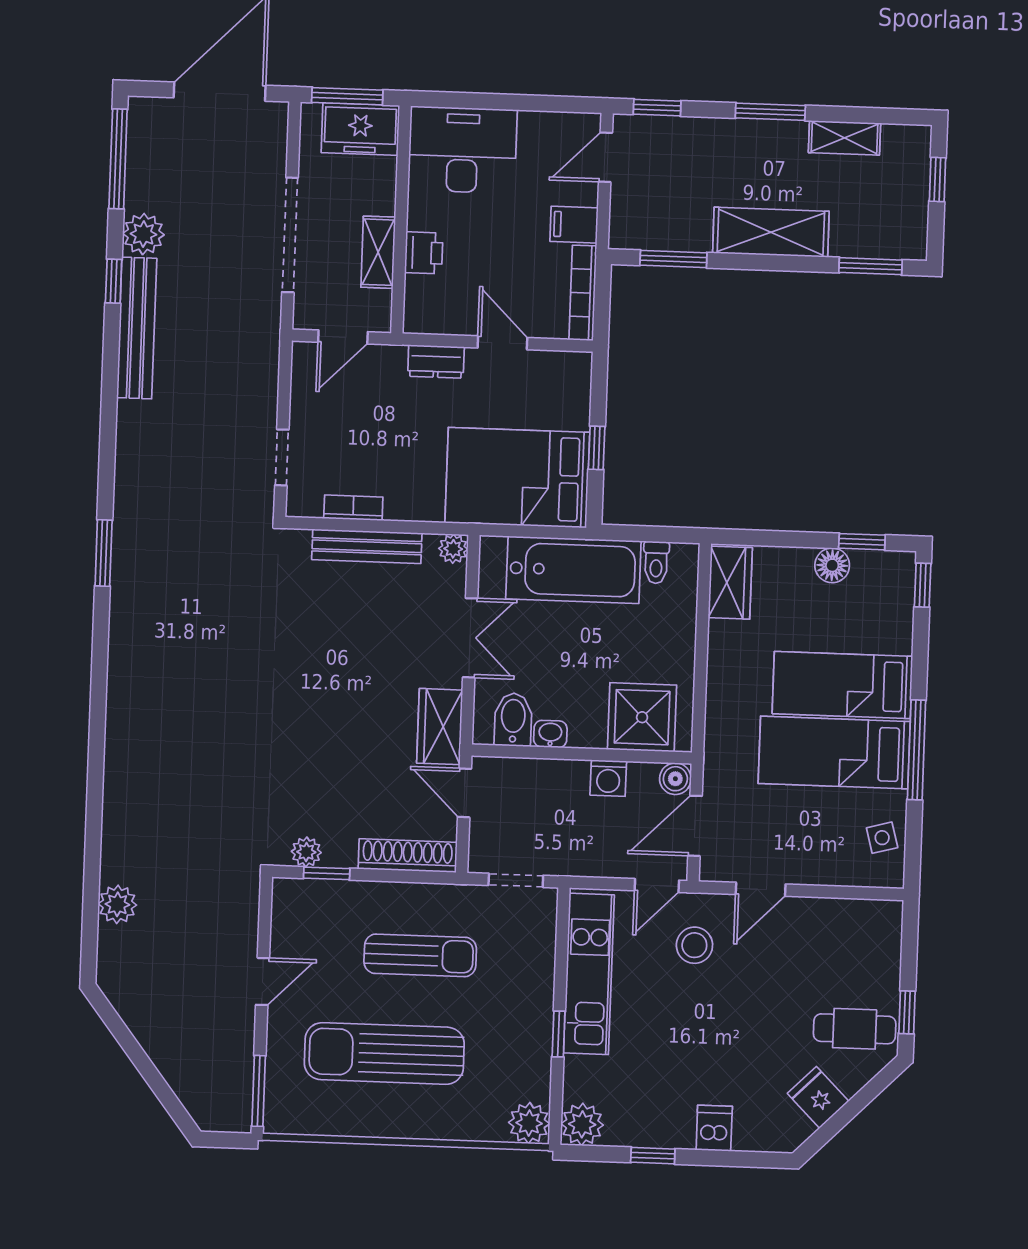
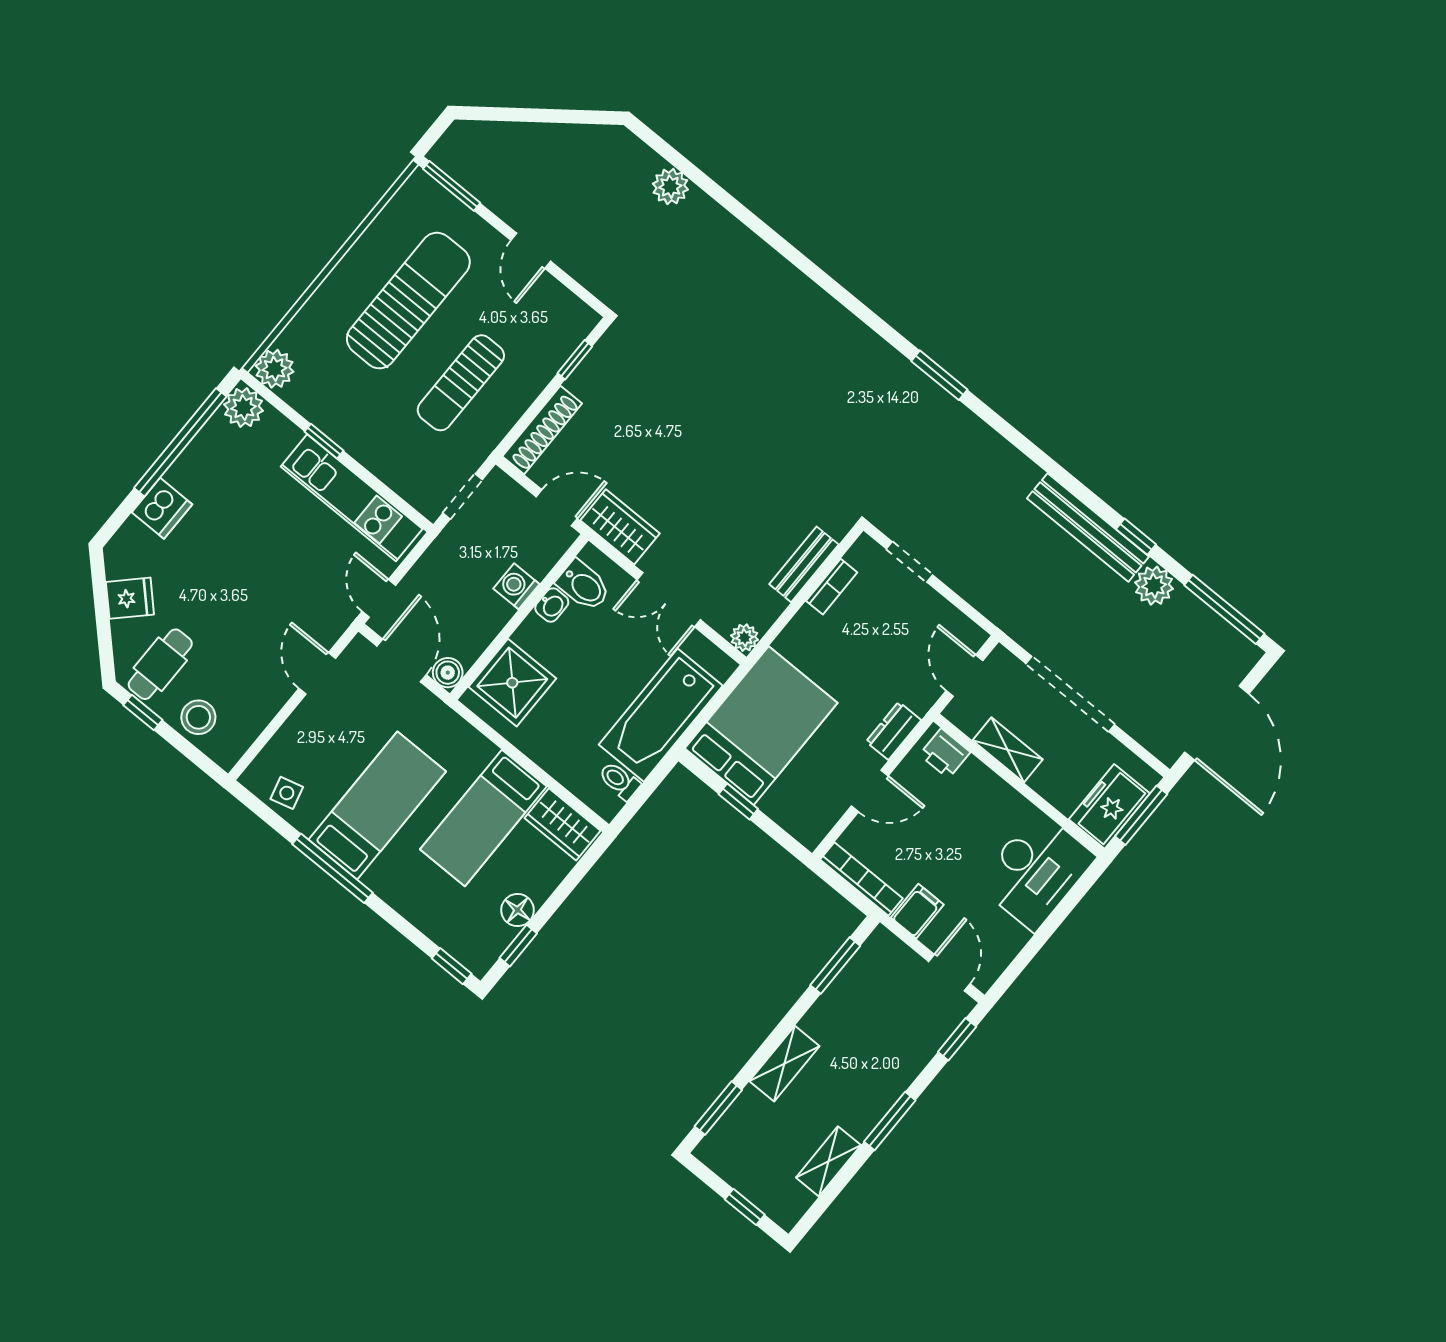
shelving: (771, 232) -> (784, 1064), width x0.67, depth x0.75
printer: (424, 253) -> (945, 753), moved
bench: (367, 546) -> (804, 564), width x0.73
bed: (842, 685) -> (483, 818), moved, turned 180
washing machine: (608, 778) -> (516, 586), moved
plant: (306, 852) -> (602, 357), removed
stool: (694, 945) -> (198, 717), moved
dishwasher: (714, 1128) -> (162, 508), width x1.38
window: (653, 1156) -> (180, 442), width x3.17

